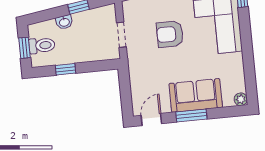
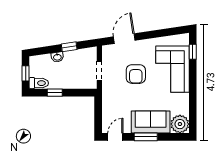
armchair: (170, 34) -> (136, 74), turned -90
toilet: (42, 45) -> (39, 83), moved
plant: (241, 99) -> (180, 124), width x1.87, depth x1.87

